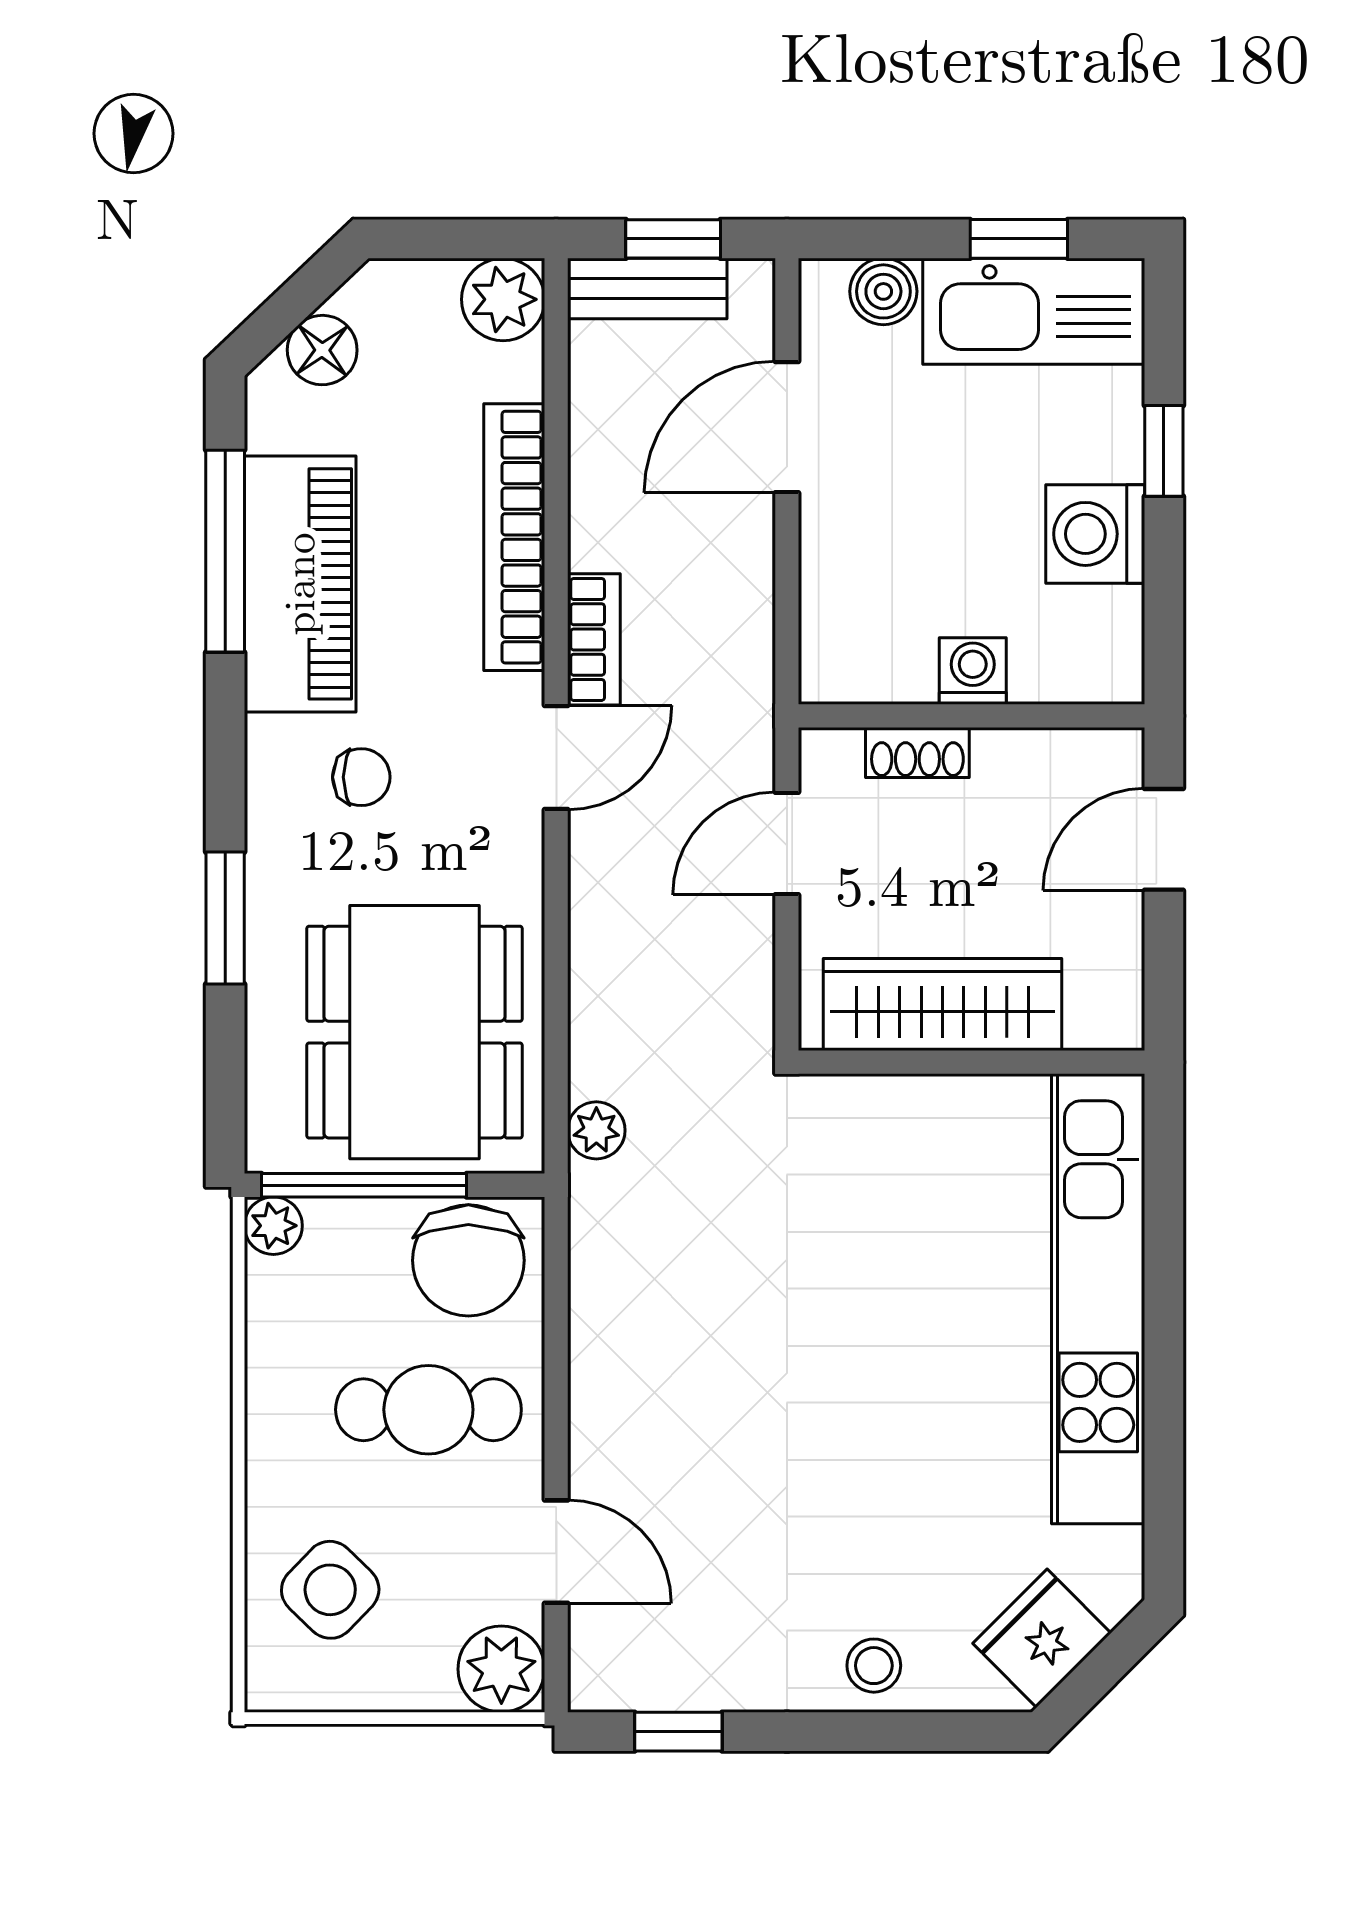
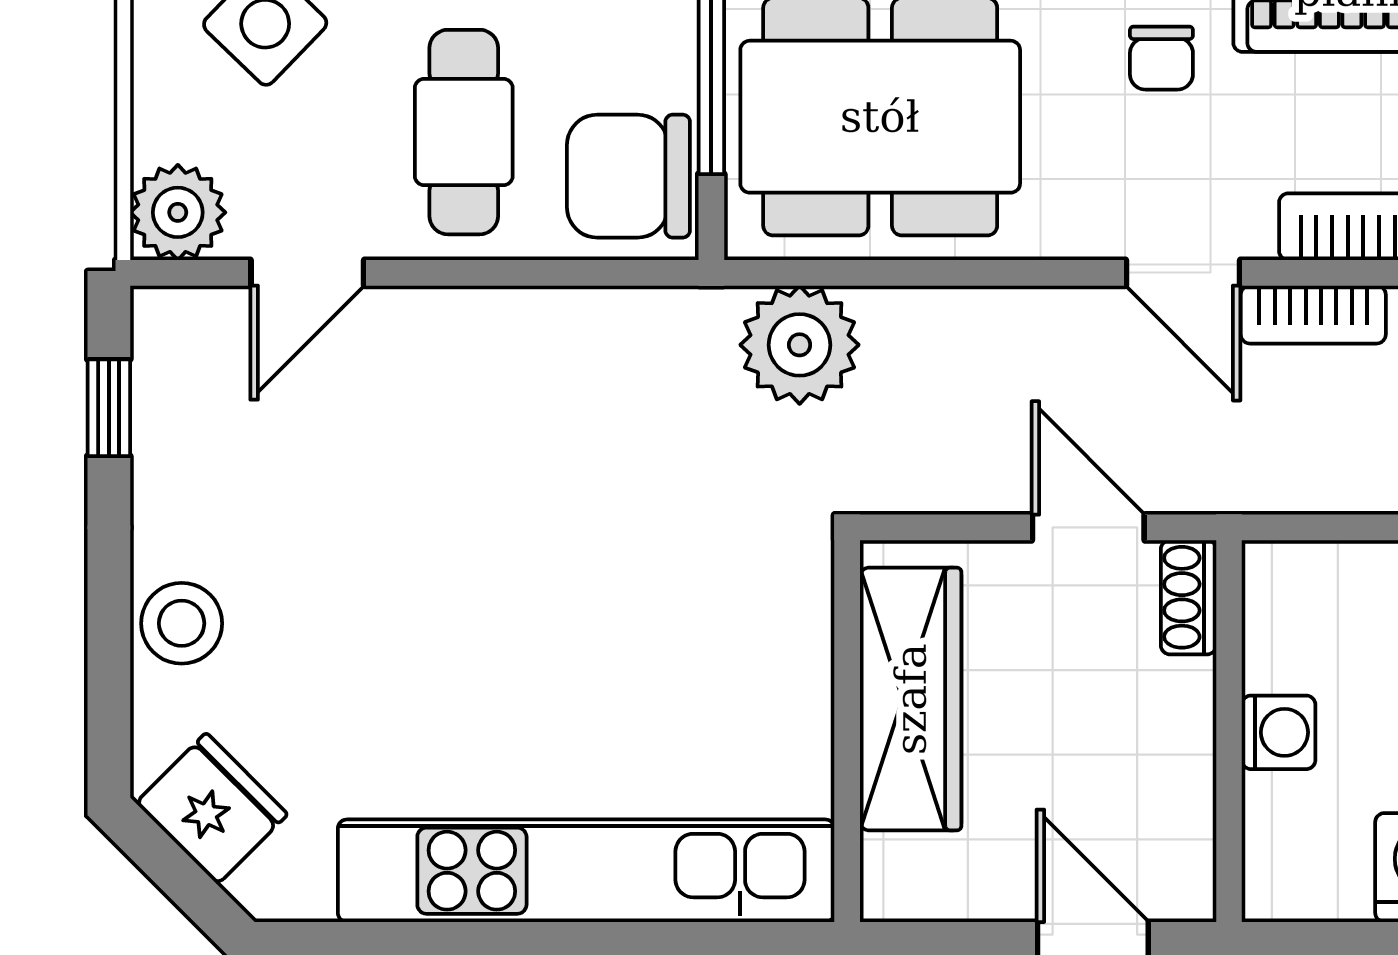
shoe rack: (917, 753) -> (1189, 597), moved
plant: (596, 1130) -> (800, 345), width x1.88, depth x1.88
stool: (874, 1666) -> (182, 623), width x1.37, depth x1.37

